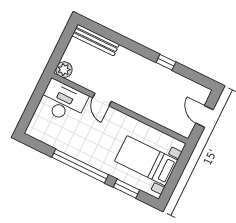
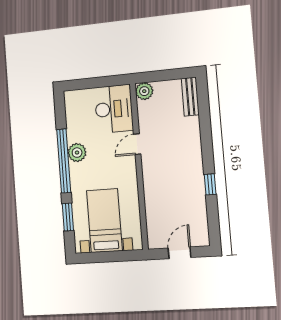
bench: (96, 40) -> (190, 97), width x0.73
plant: (80, 151) -> (77, 153), added

